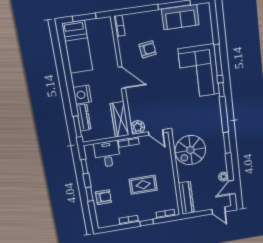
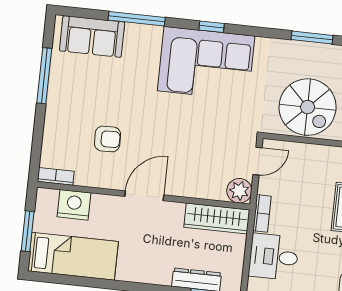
sofa: (180, 17) -> (92, 36), moved, turned 90
armchair: (148, 49) -> (107, 139), turned 97
window: (218, 60) -> (137, 19), moved
corner sofa: (199, 71) -> (206, 63), moved
nightstand: (82, 95) -> (74, 205), moved, turned 180

